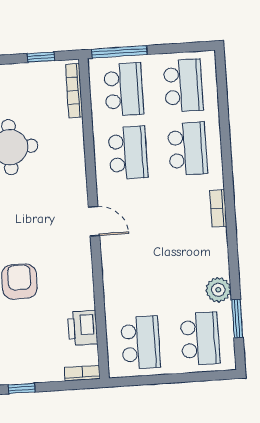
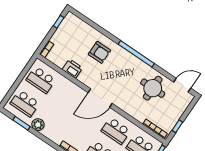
door: (94, 221) -> (100, 98), width x1.88
printer: (83, 328) -> (72, 69), moved

